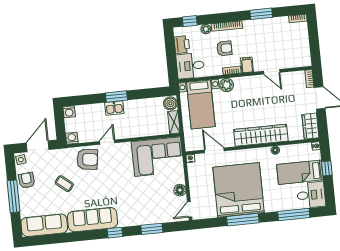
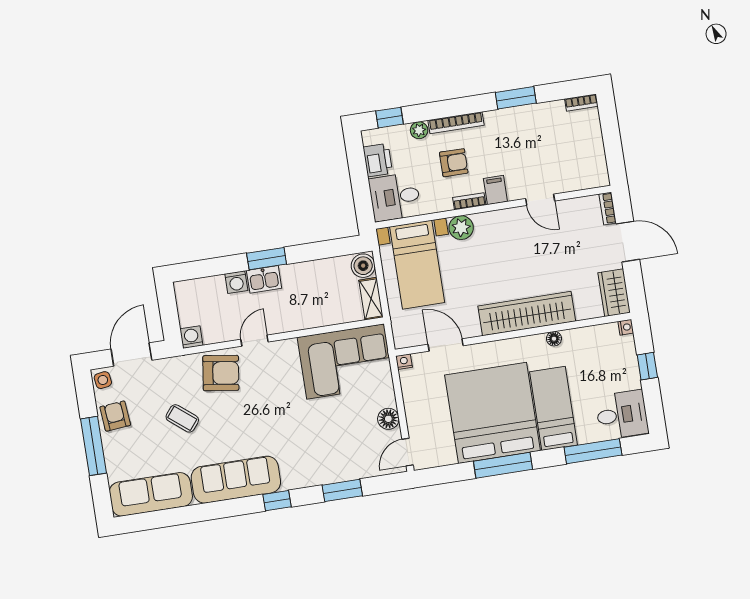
washing machine: (69, 112) -> (236, 282), moved
bed: (300, 172) -> (554, 408), moved, turned 90

